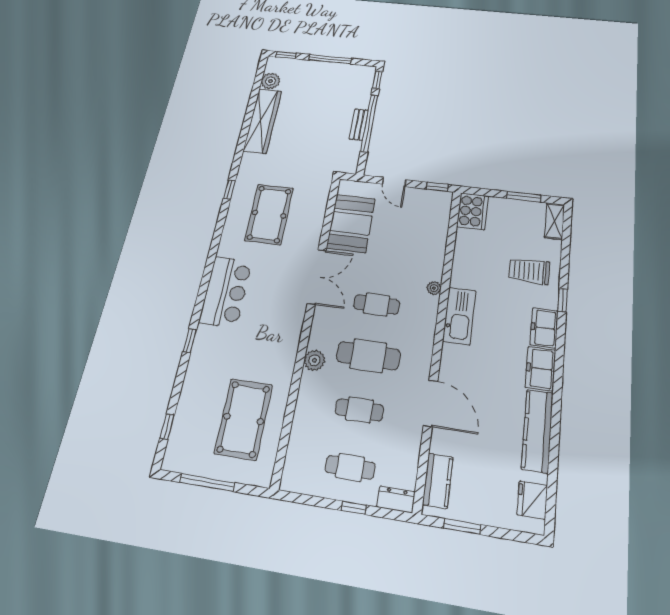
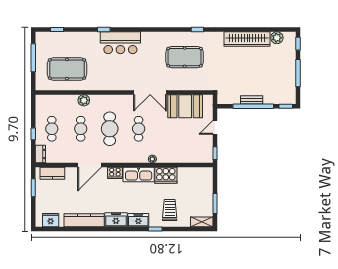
cooker: (472, 211) -> (166, 175), moved
bar counter: (226, 292) -> (120, 43), moved
cooker: (451, 358) -> (115, 173), added
plant: (314, 360) -> (84, 100), moved

